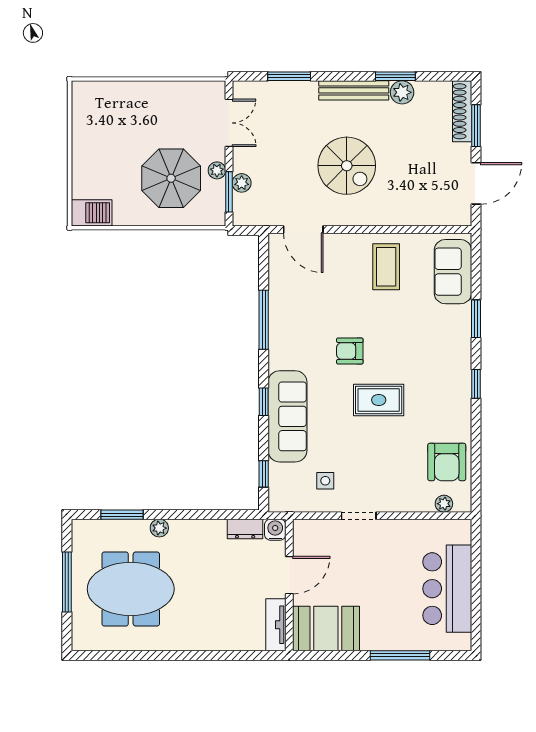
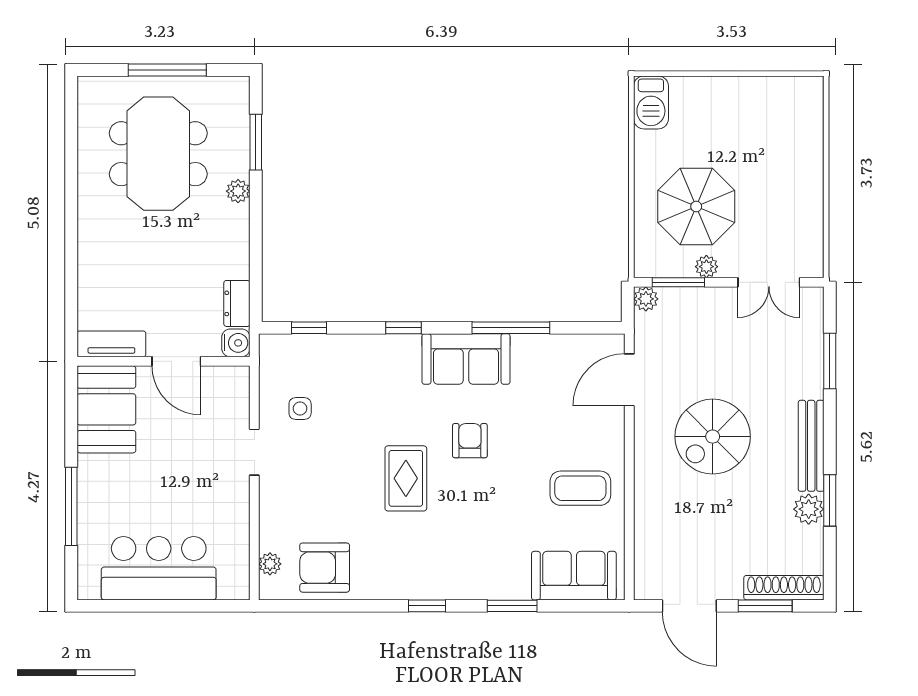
plant: (242, 183) -> (646, 299), moved
sofa: (287, 416) -> (466, 359), moved, width x0.73

